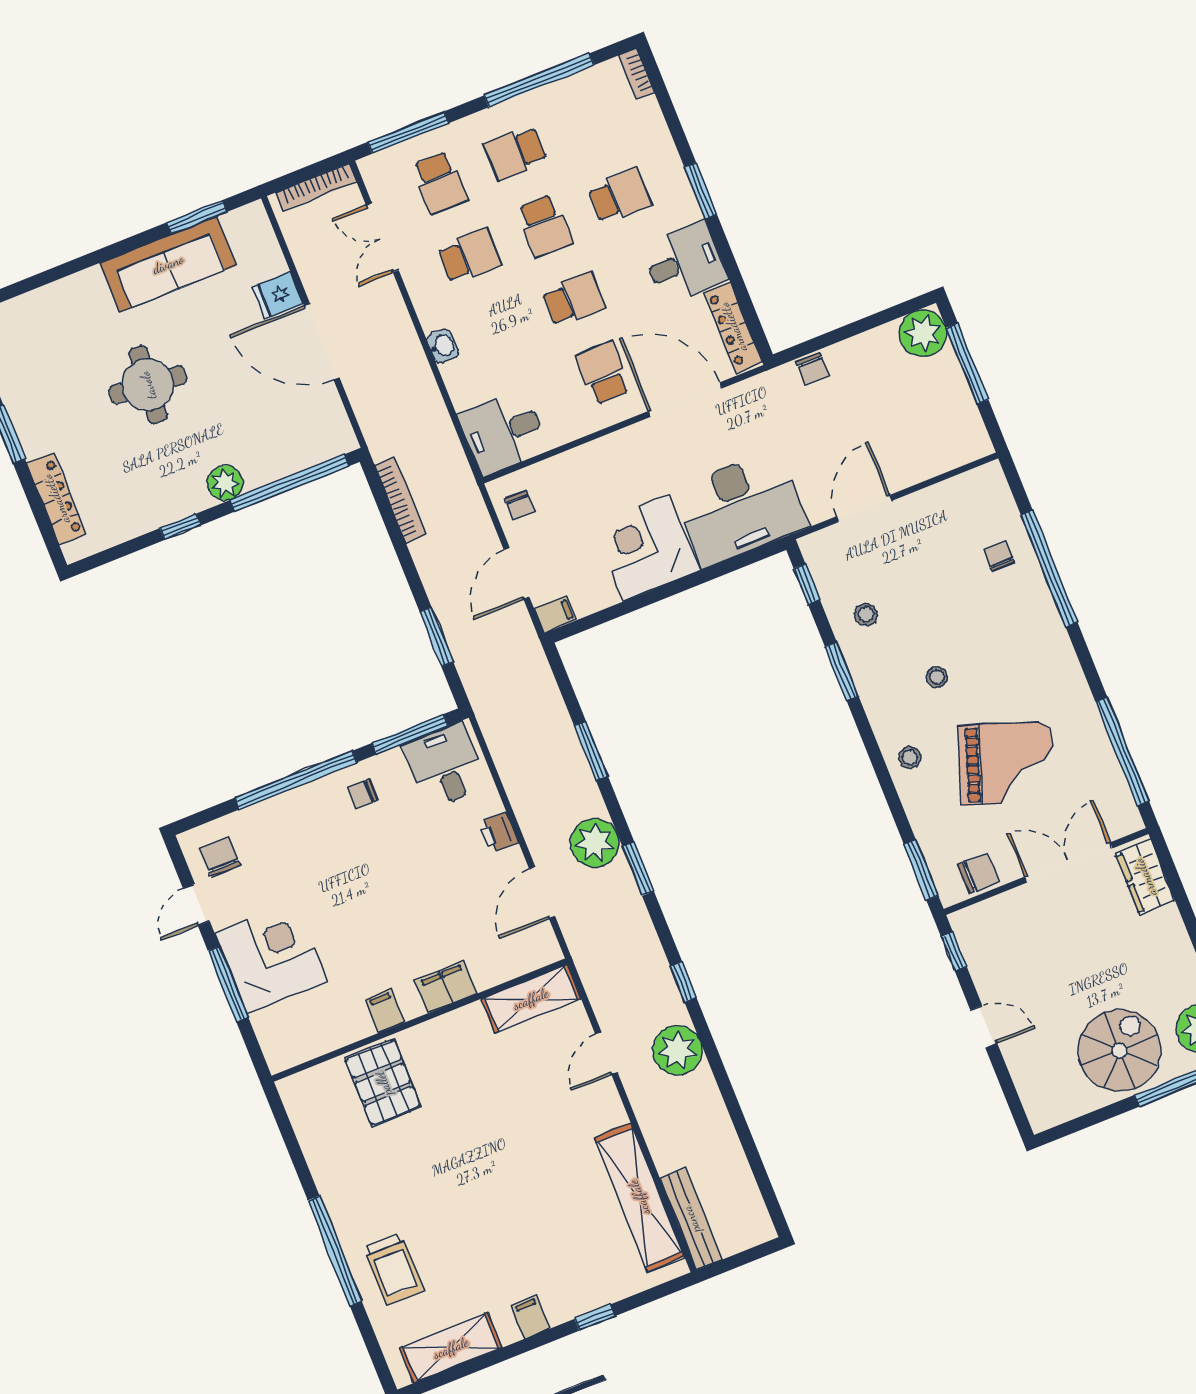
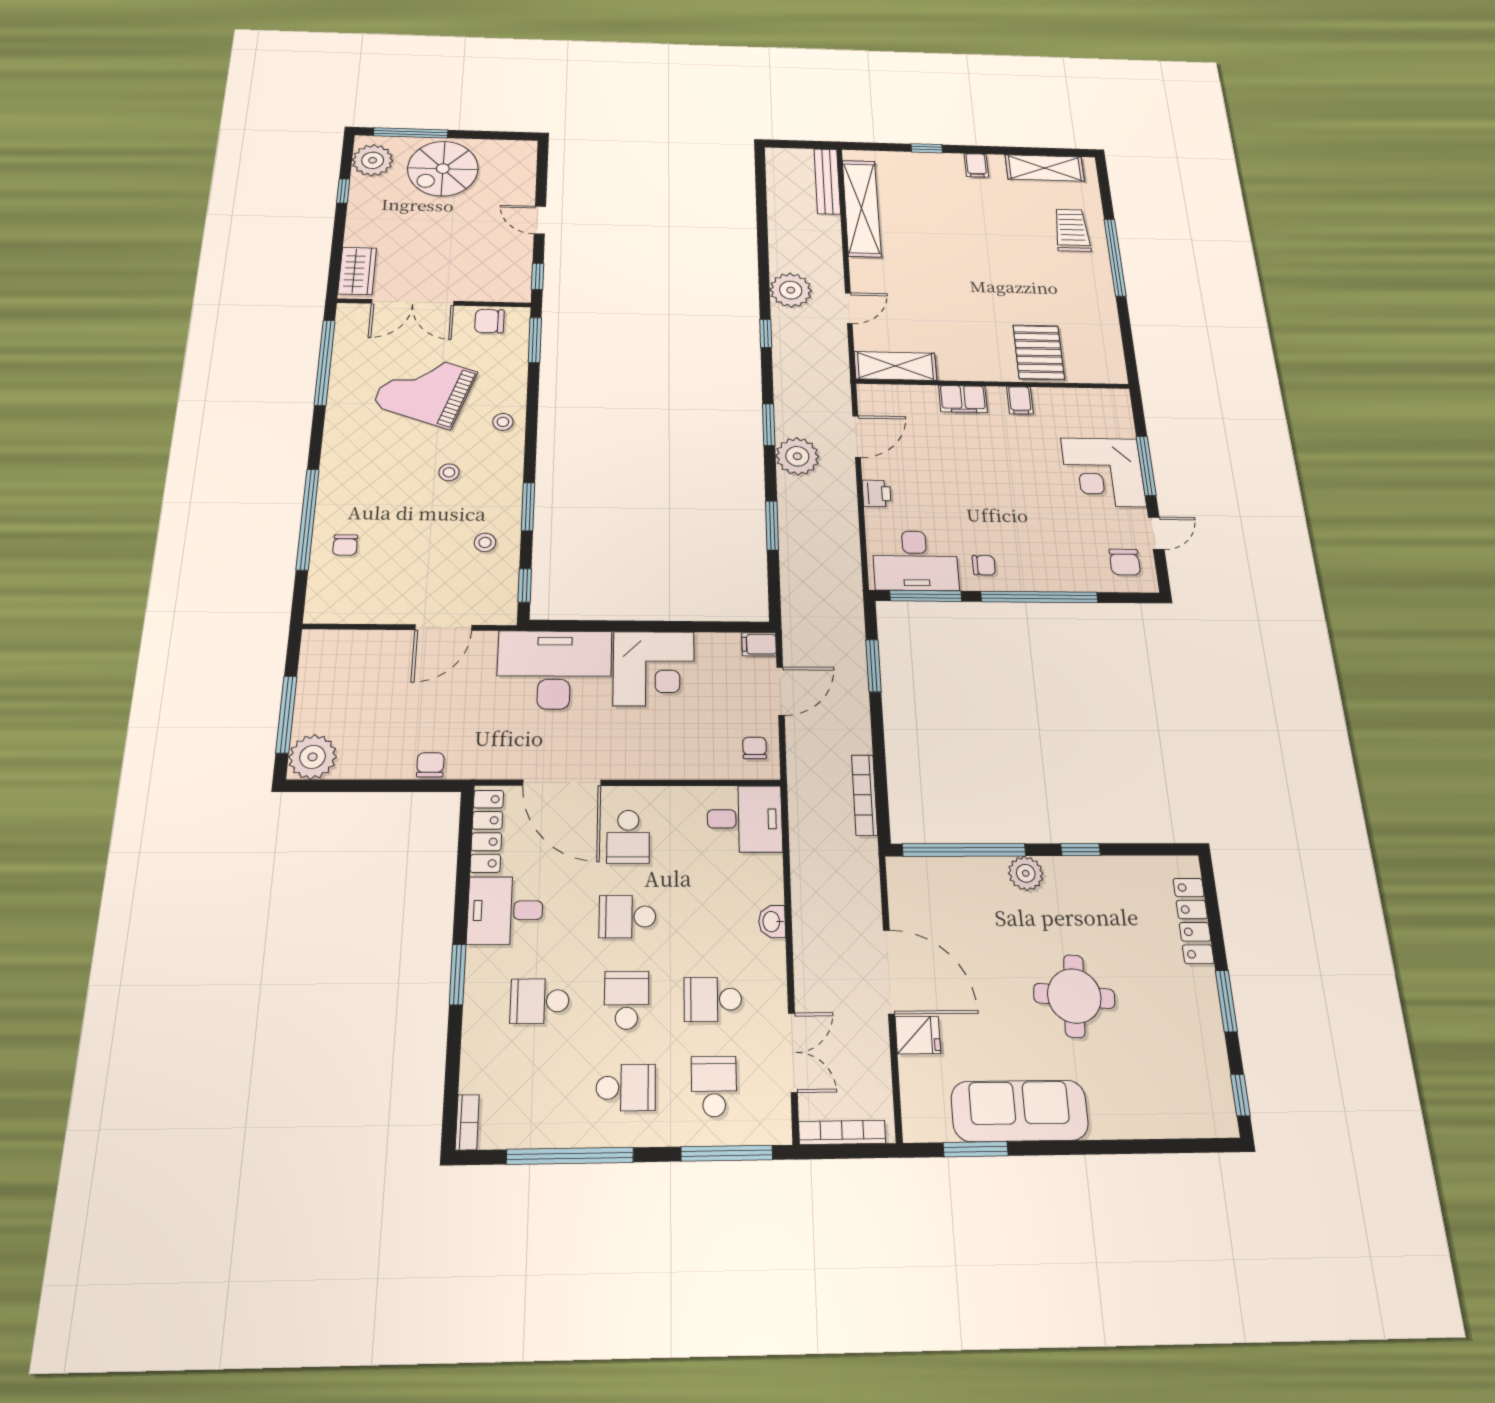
desk: (445, 766) -> (915, 561), width x1.37

